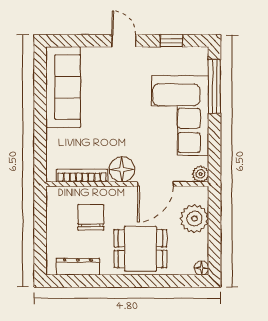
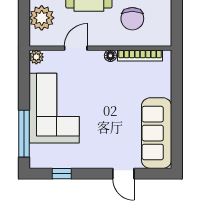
door: (124, 41) -> (123, 174), moved
floor lamp: (122, 169) -> (110, 56), width x0.53, depth x0.53
door: (155, 184) -> (76, 48), width x0.73

